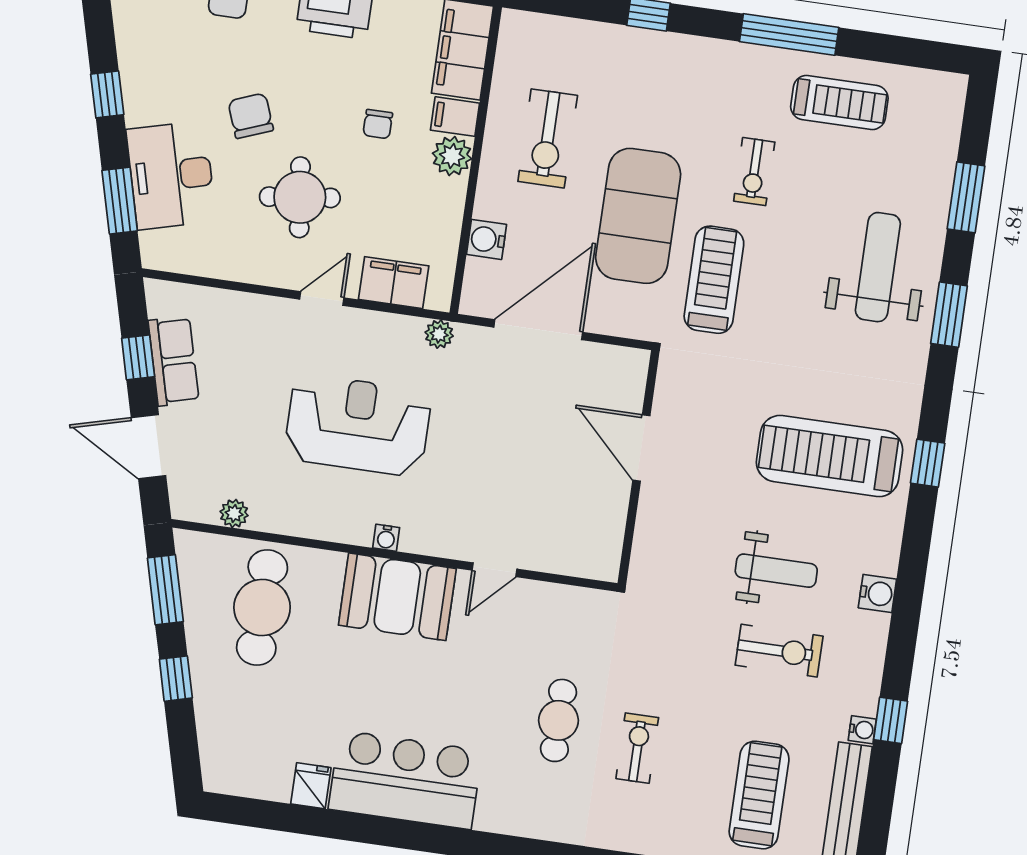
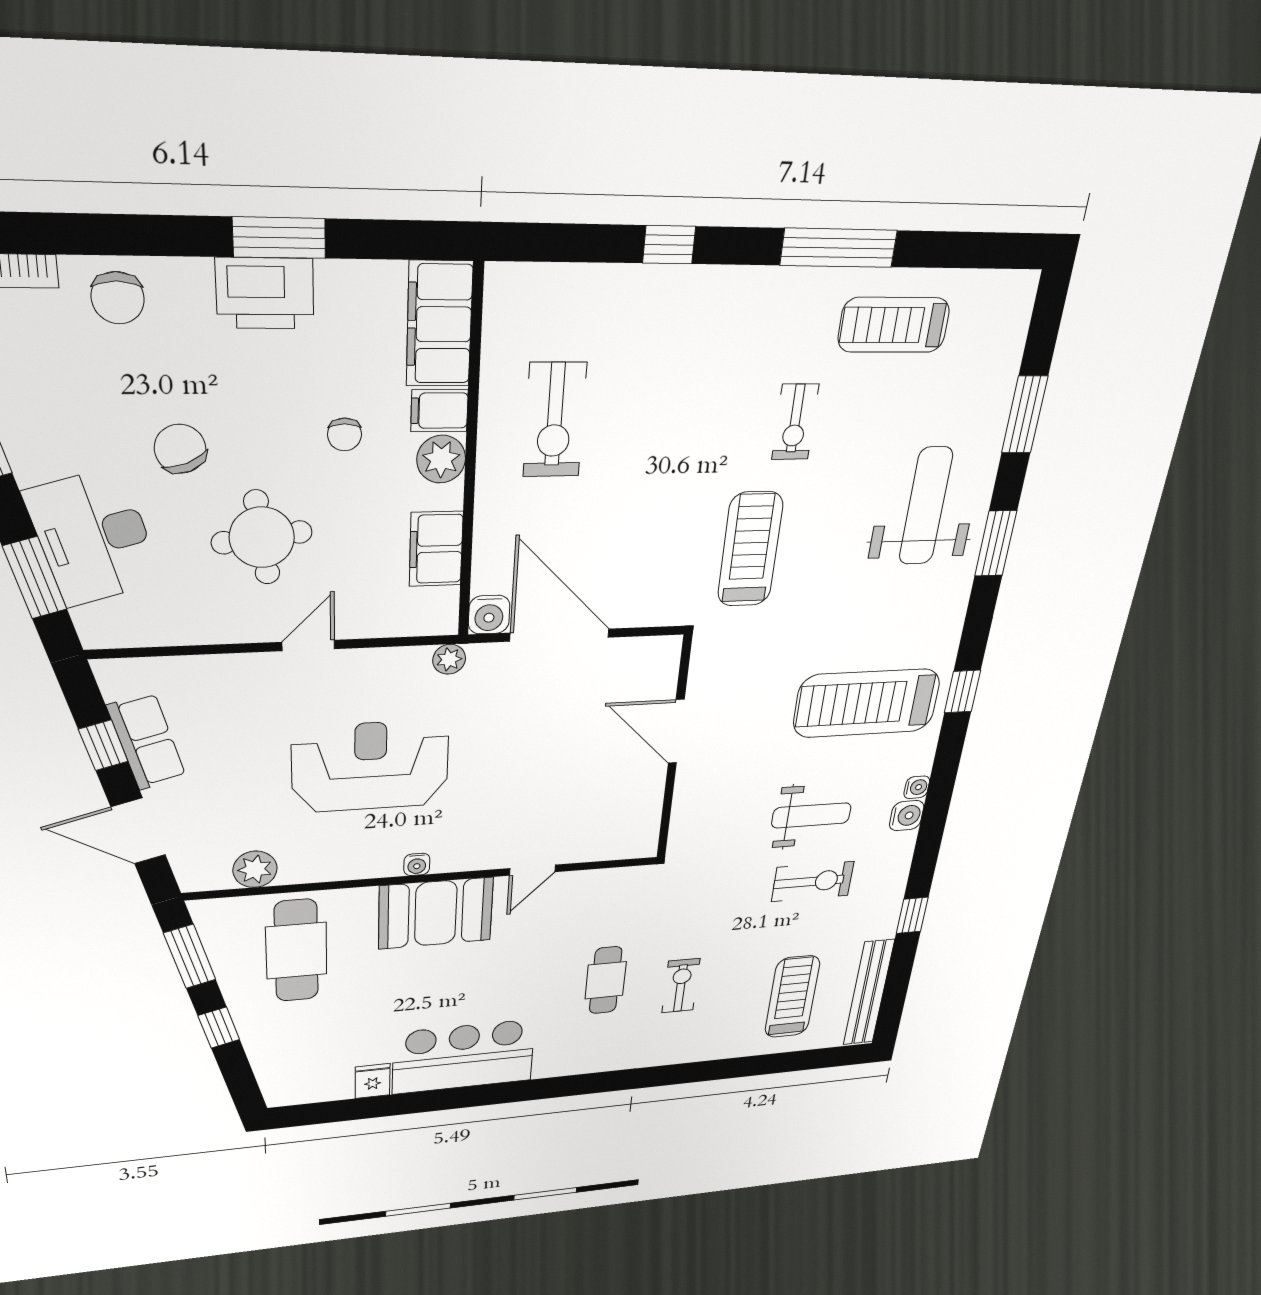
treadmill: (839, 102) -> (894, 325), turned 180
exercise mat: (638, 216) -> (665, 494), removed
water cooler: (487, 239) -> (489, 615), moved, turned -90
filing cabinet: (394, 283) -> (436, 549), moved, turned -90
door: (538, 330) -> (560, 635), hinge flipped
plant: (234, 513) -> (255, 869), width x1.38, depth x1.38
water cooler: (862, 730) -> (917, 787), moved

